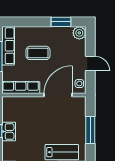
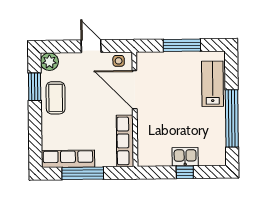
coffee table: (38, 53) -> (56, 98), moved
door: (90, 64) -> (91, 46), hinge flipped

